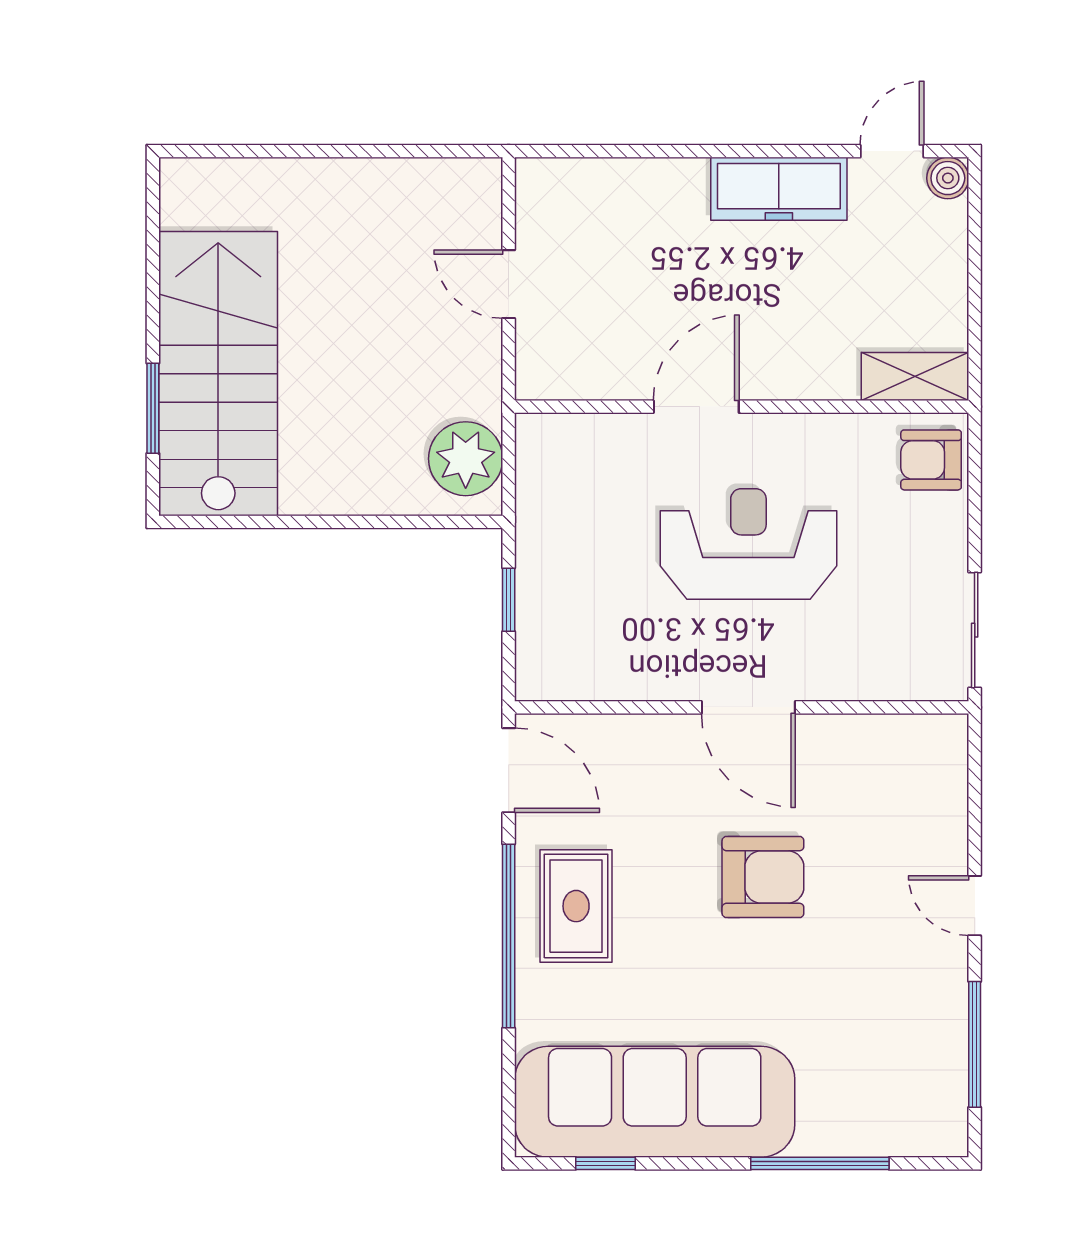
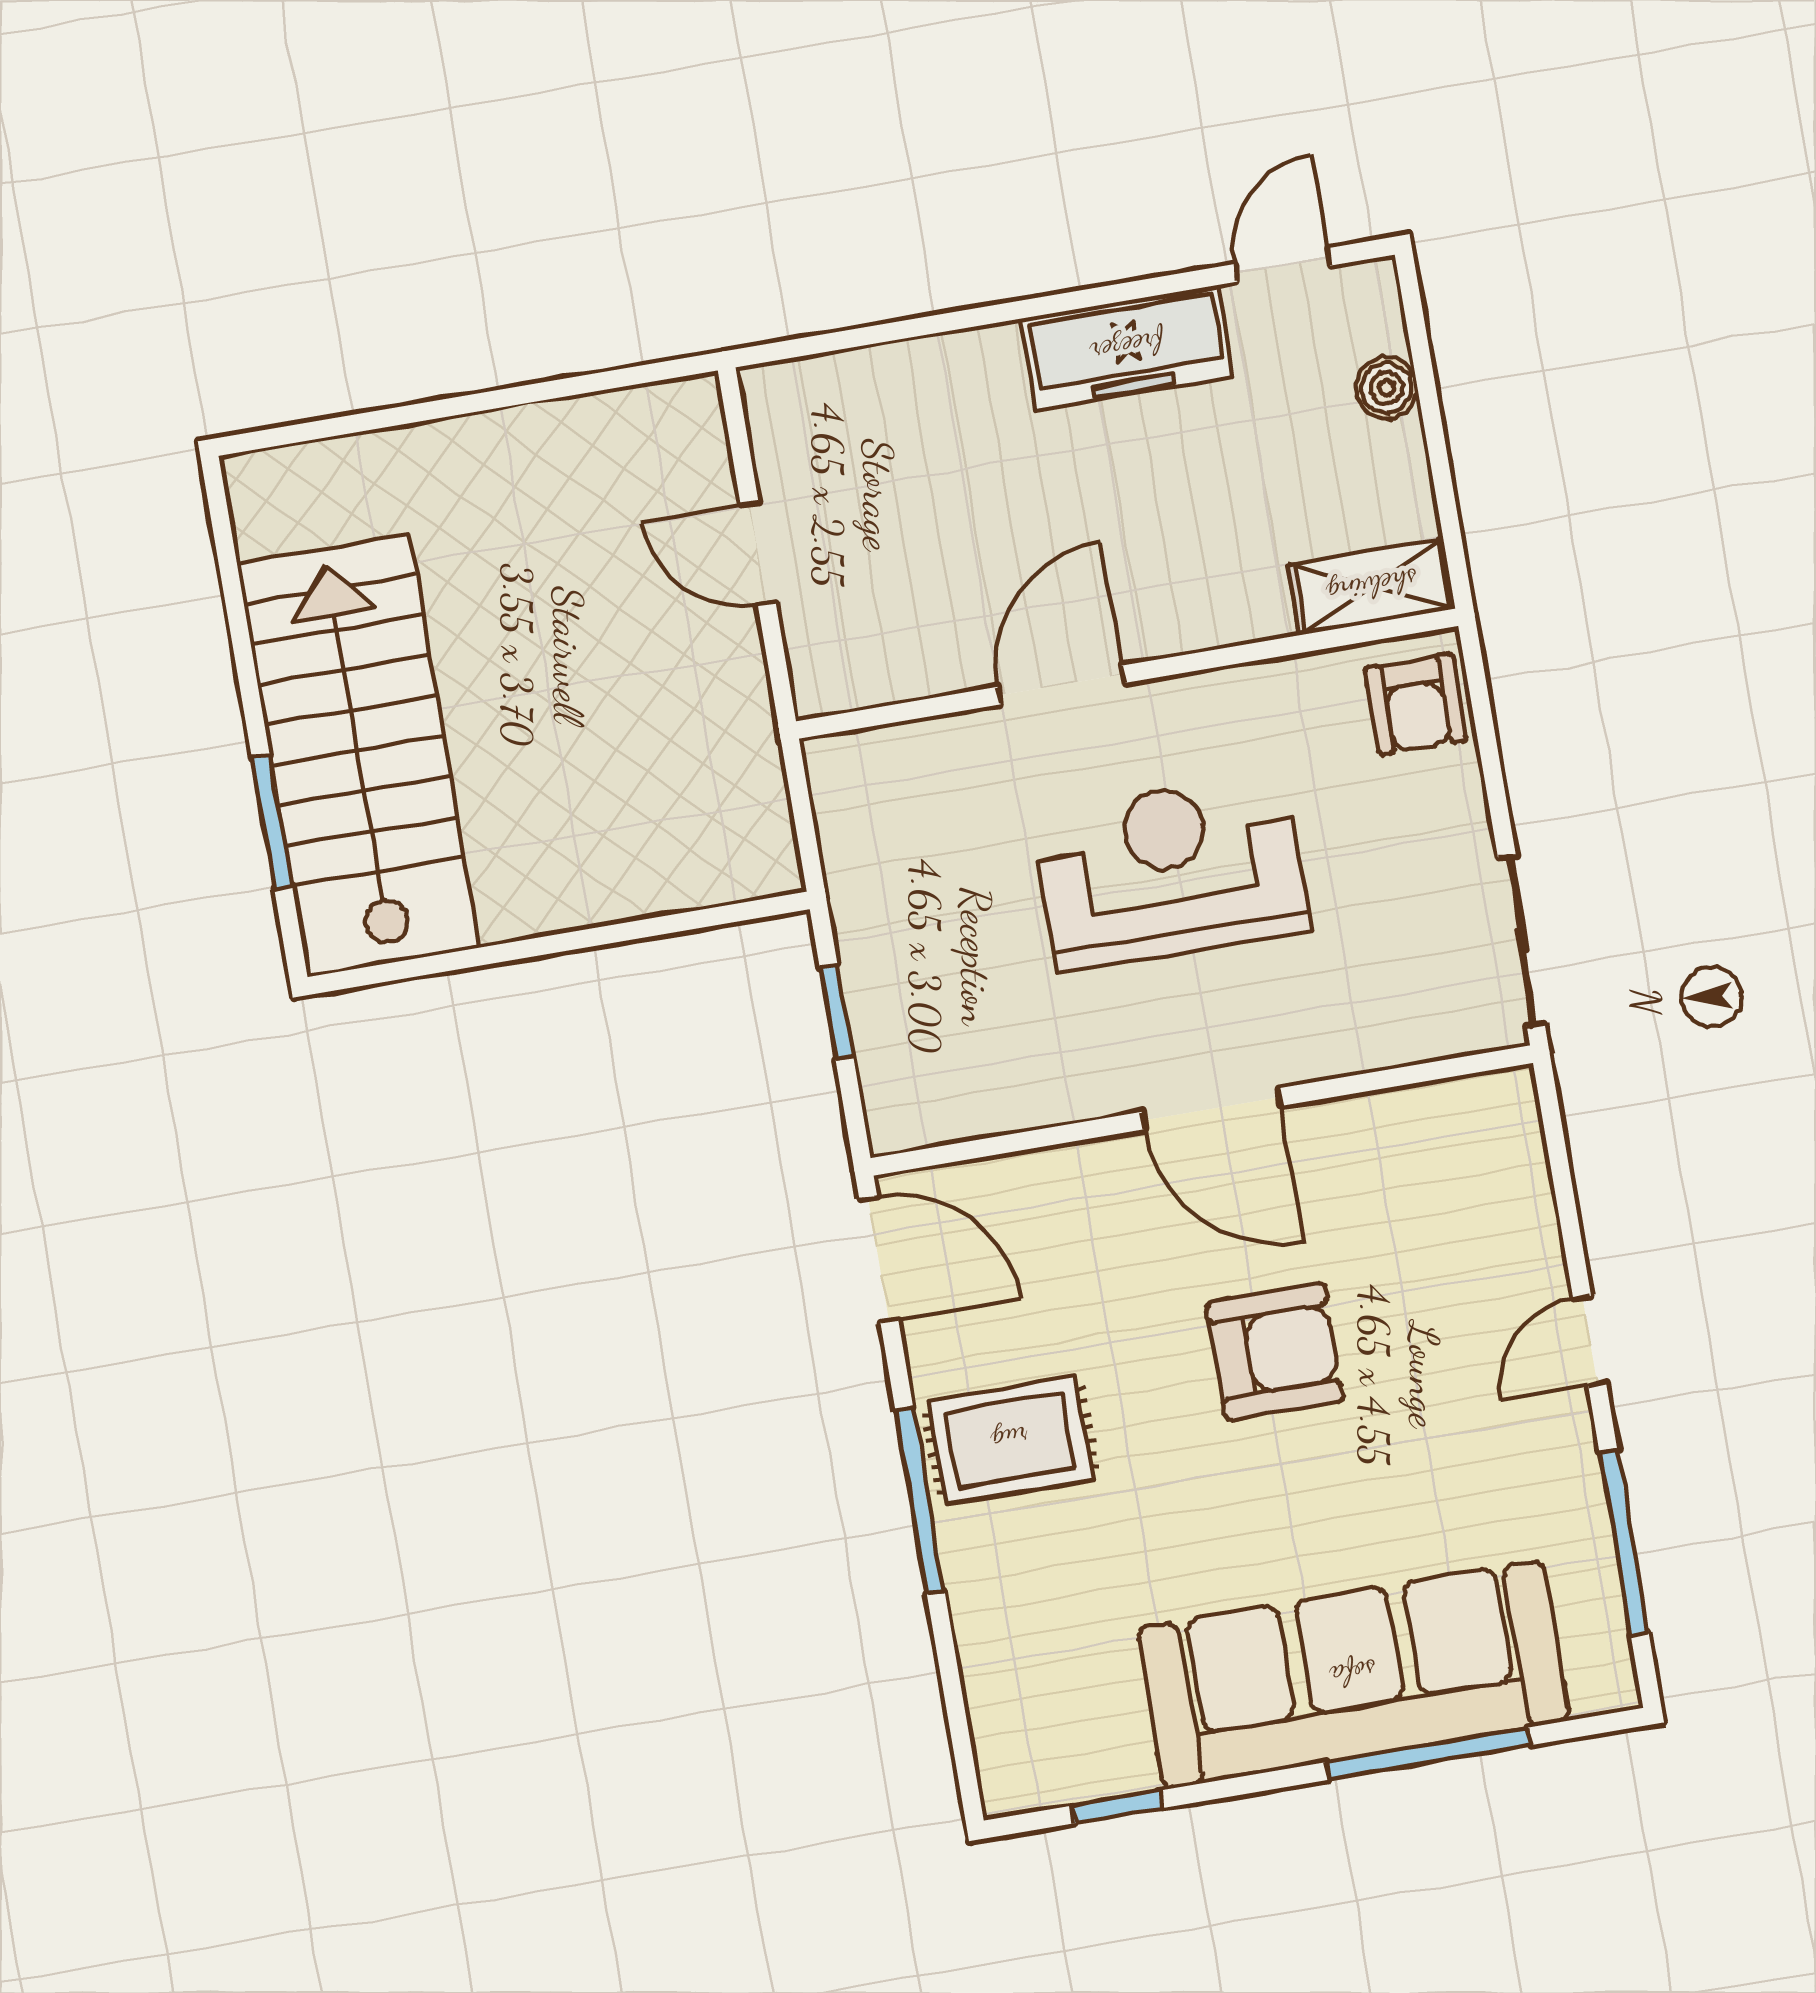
boiler: (948, 178) -> (1387, 388), moved
plant: (466, 459) -> (739, 818), removed
armchair: (931, 460) -> (1416, 704), turned -90
rug: (576, 906) -> (1010, 1440), turned 90
door: (975, 906) -> (1590, 1341), hinge flipped
window: (509, 936) -> (920, 1501), width x0.68
sofa: (655, 1102) -> (1353, 1674), moved

